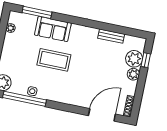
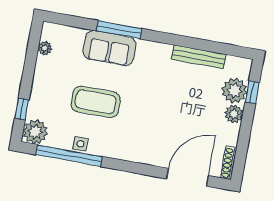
window: (37, 12) -> (119, 30), moved
bench: (111, 36) -> (199, 57), width x1.36
coffee table: (54, 60) -> (96, 102), moved

